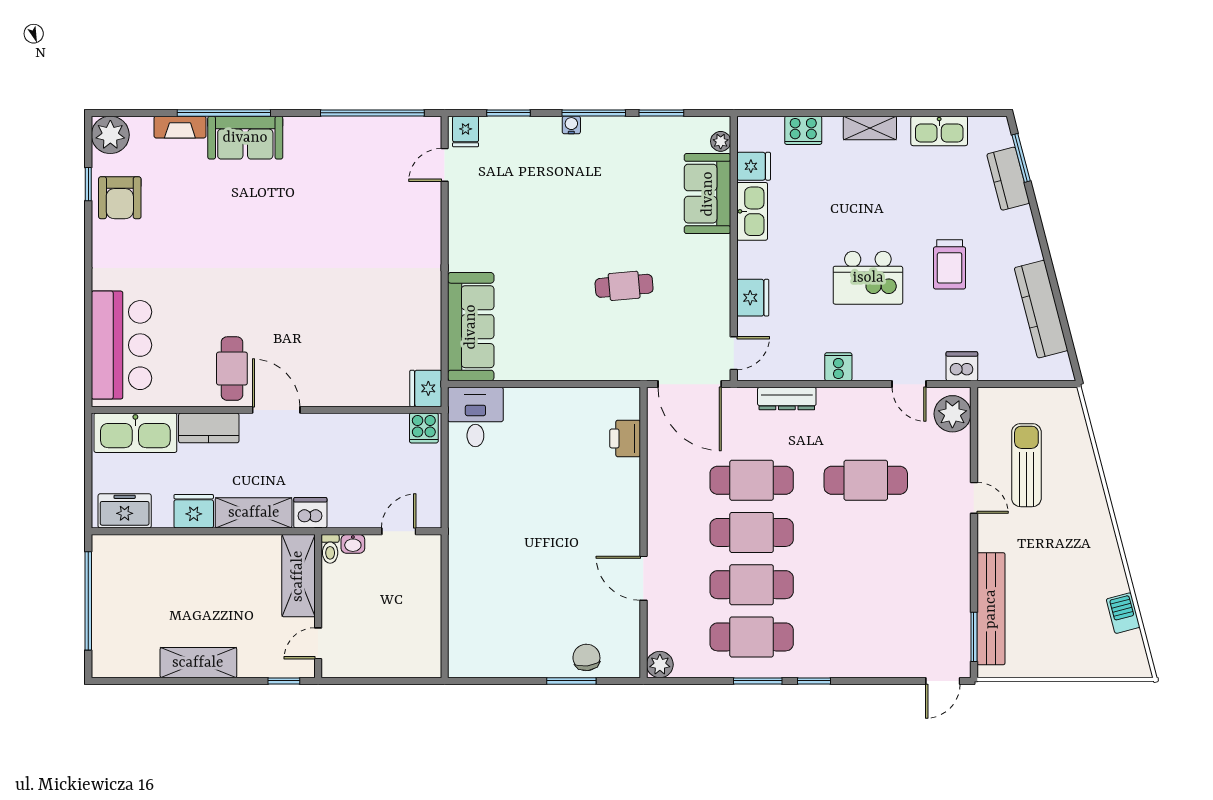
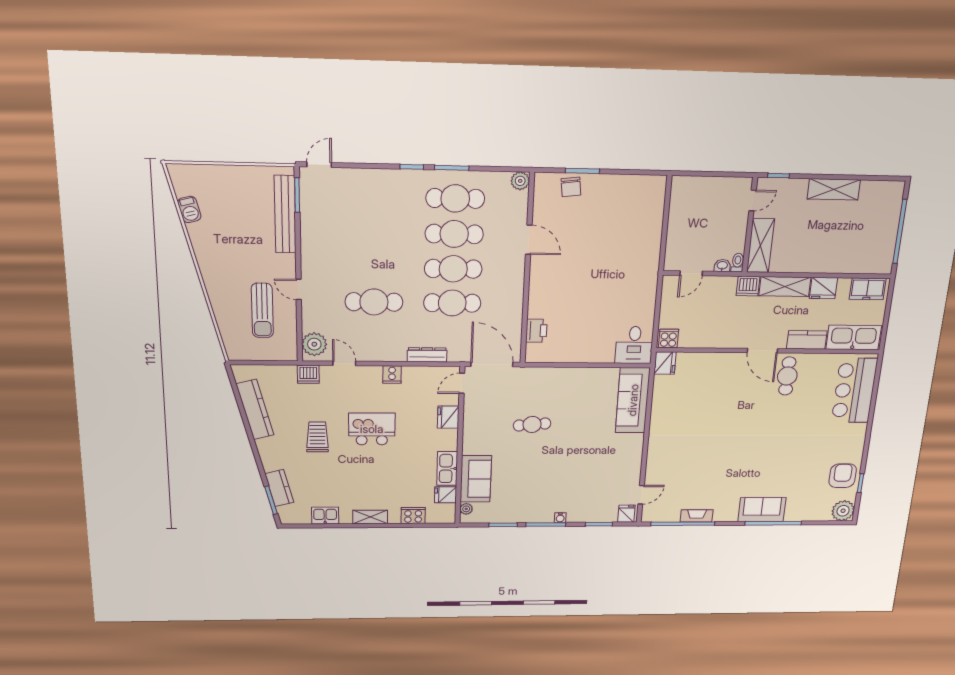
fireplace: (180, 127) -> (697, 516), moved
kitchen sink: (939, 131) -> (325, 516), width x0.73

